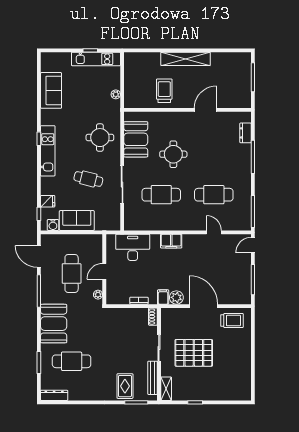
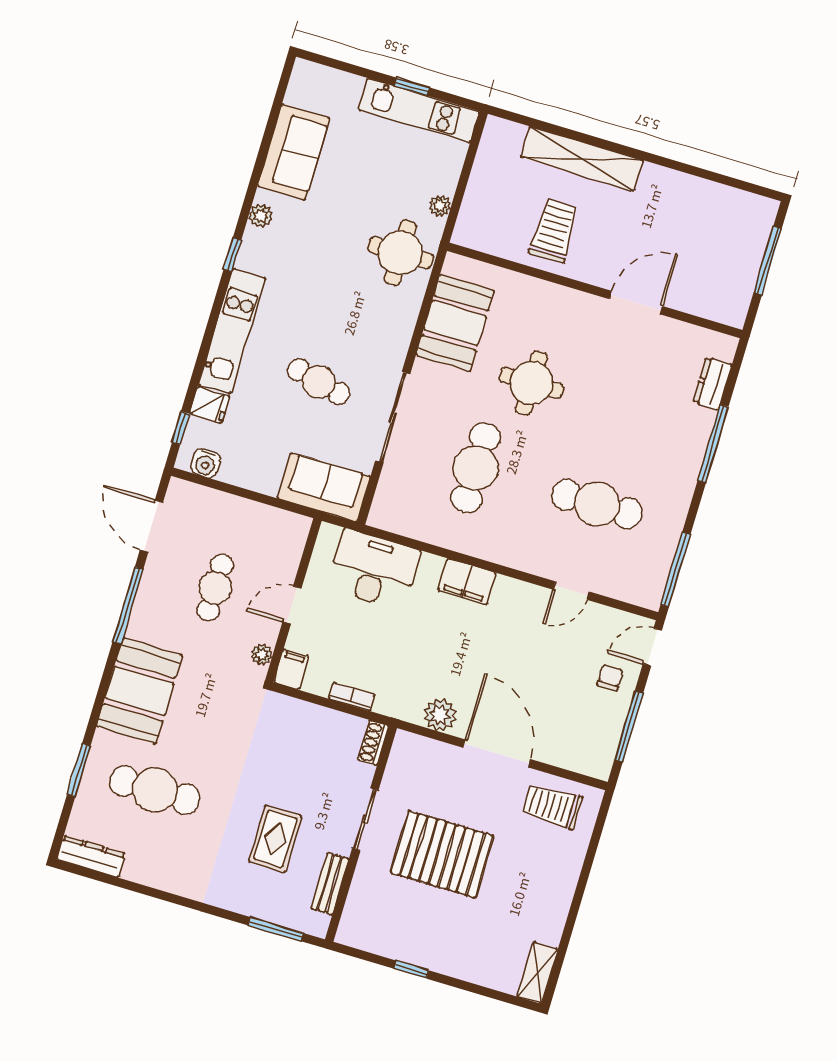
shelving: (186, 59) -> (582, 159), moved
plant: (45, 120) -> (261, 216), added
round table: (100, 138) -> (400, 253), moved
kitchen unit: (48, 151) -> (232, 331), moved
cafe table: (161, 195) -> (476, 468), turned 90
sofa: (77, 221) -> (324, 487), moved
door: (214, 232) -> (571, 591), swing flipped
chair: (240, 262) -> (610, 678), added
cafe table: (72, 273) -> (215, 588), width x0.73, depth x0.74
filing cabinet: (163, 297) -> (291, 669), moved
trolley: (232, 321) -> (552, 806), turned 180
bench: (153, 378) -> (330, 884), width x0.73
rug: (125, 386) -> (275, 839), moved
shelving: (166, 389) -> (537, 973), moved

